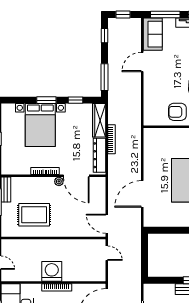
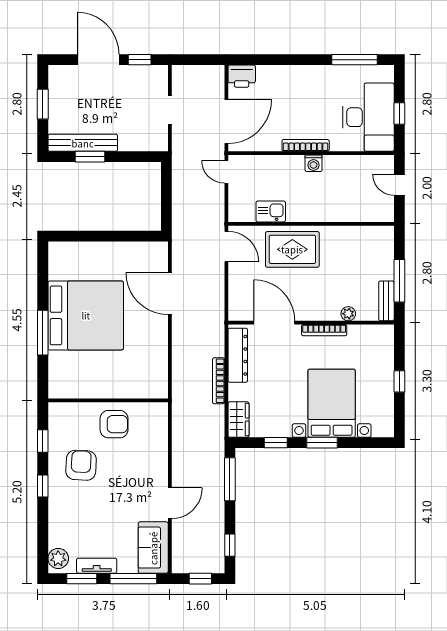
wardrobe: (99, 120) -> (238, 420), width x0.67
plant: (59, 181) -> (348, 314), moved
door: (142, 194) -> (170, 294), swing flipped
rug: (34, 215) -> (292, 249), moved
kitchen sink: (79, 246) -> (271, 211), added
door: (107, 253) -> (226, 172), moved
washing machine: (52, 271) -> (314, 163), width x0.53, depth x0.53

